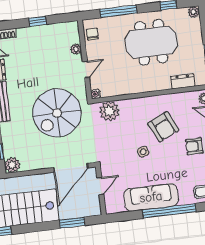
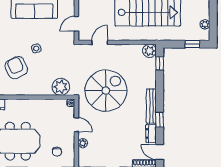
chair: (92, 34) -> (57, 152), moved
door: (86, 69) -> (76, 125), swing flipped
door: (71, 168) -> (100, 42), width x0.53

